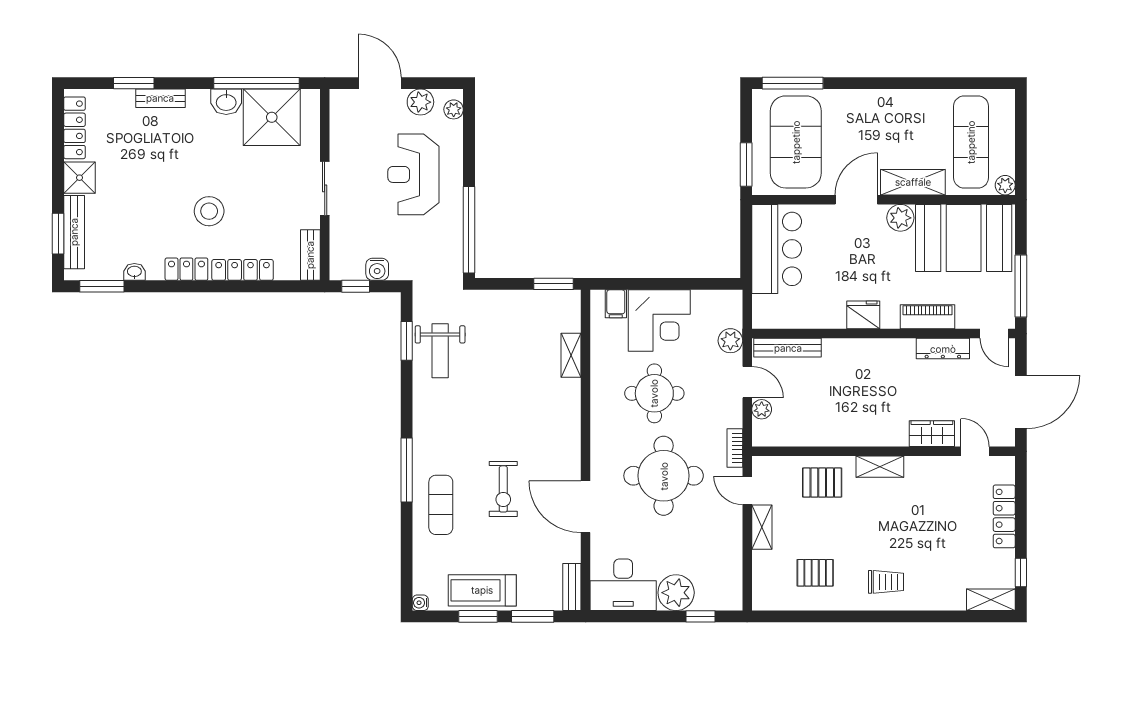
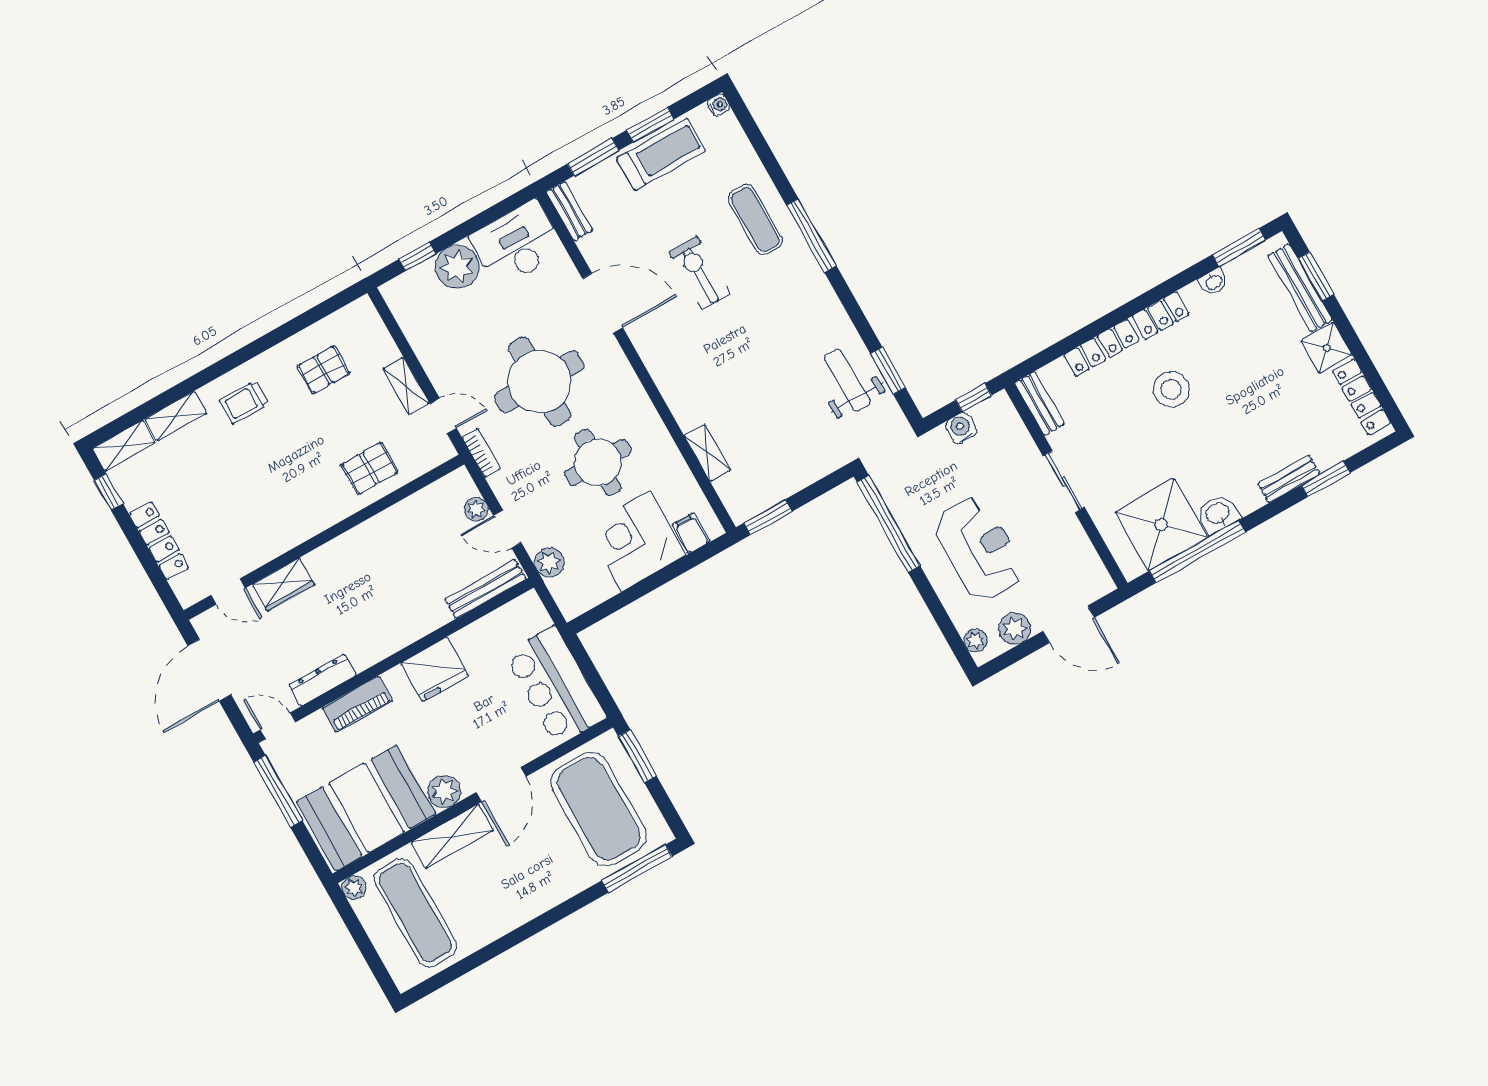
fridge: (863, 315) -> (435, 669), width x1.36, depth x1.34
shelving: (880, 467) -> (176, 416), moved

